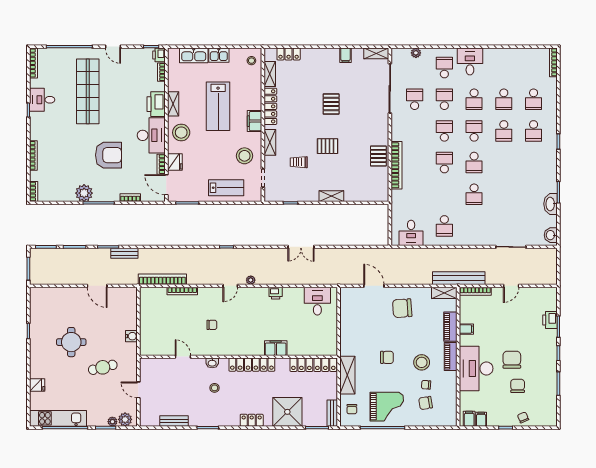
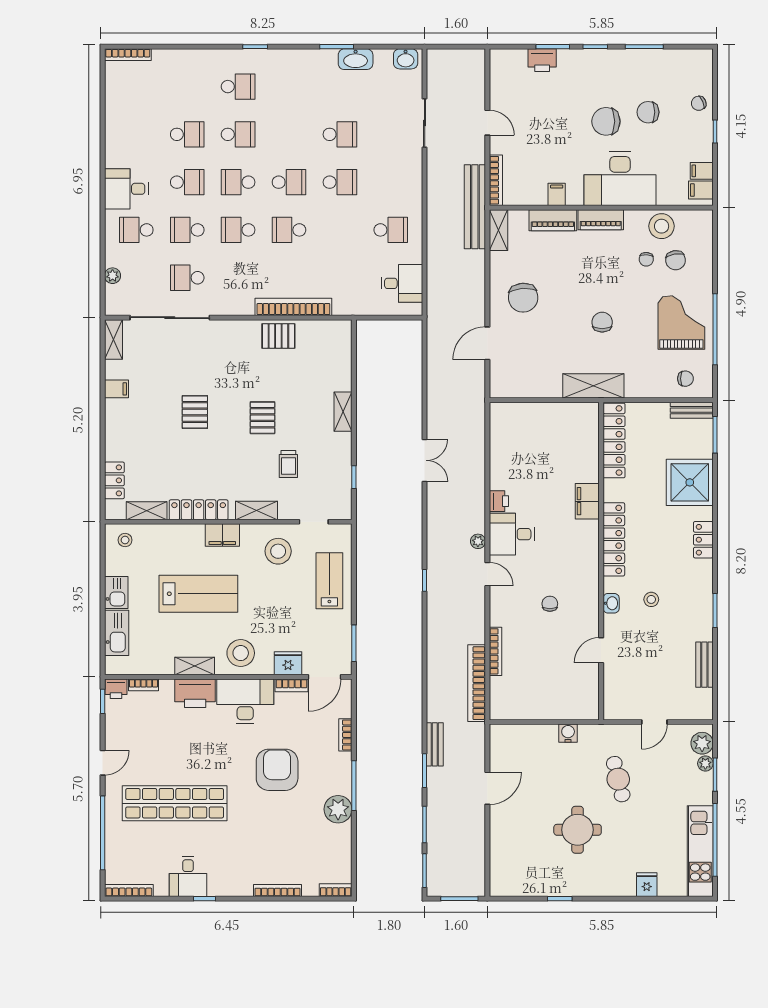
school desk: (534, 99) -> (340, 134), moved
pallet: (331, 104) -> (195, 412), turned 90
desk: (317, 301) -> (512, 534), moved
stool: (422, 362) -> (662, 226), moved
shelving: (347, 375) -> (593, 386), moved

